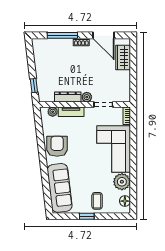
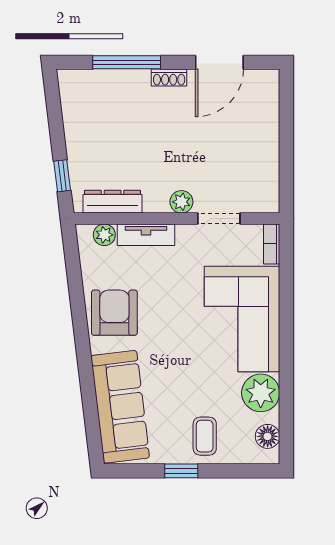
door: (104, 35) -> (219, 62), hinge flipped
wardrobe: (123, 58) -> (263, 112), removed
dresser: (68, 97) -> (113, 202), moved

